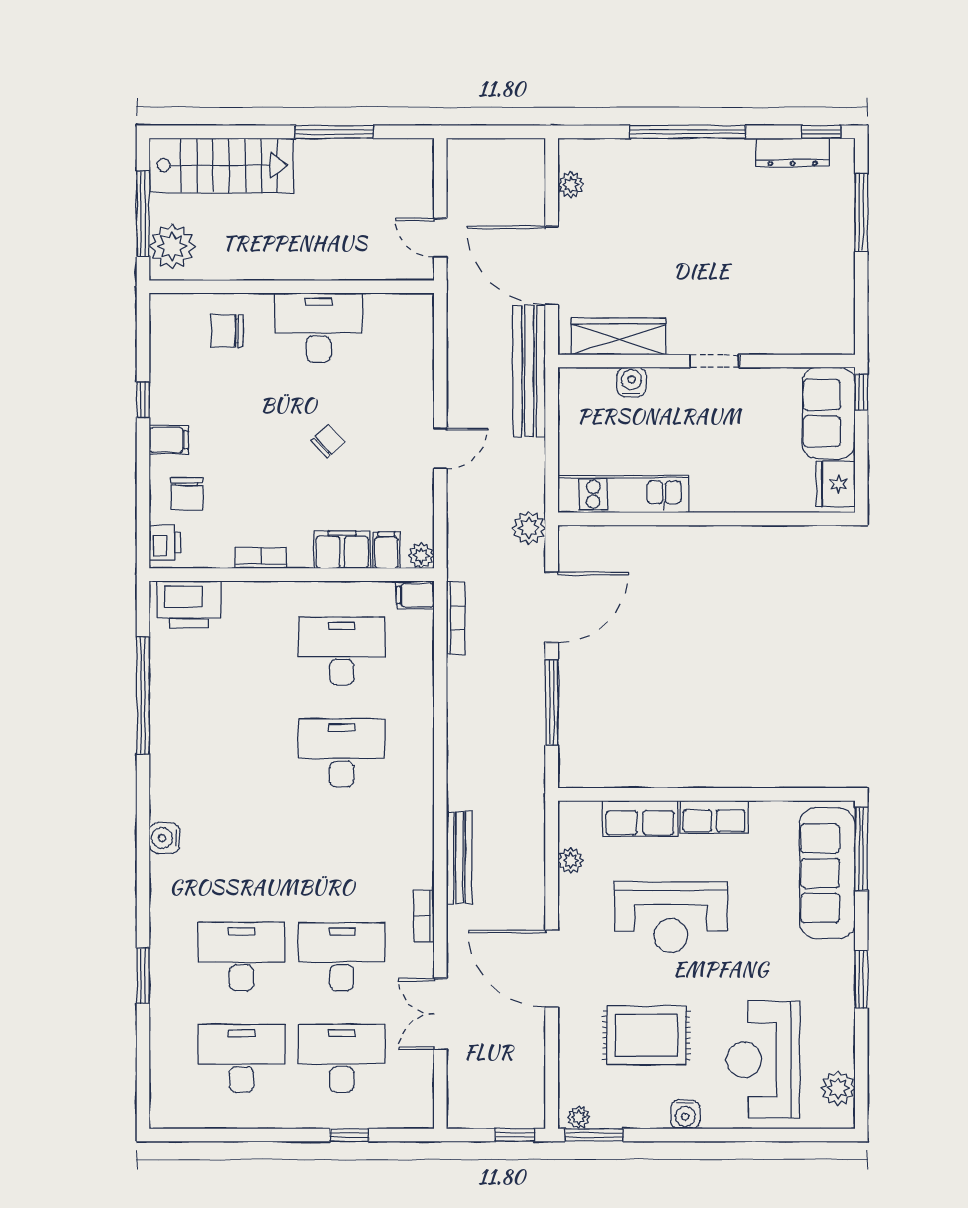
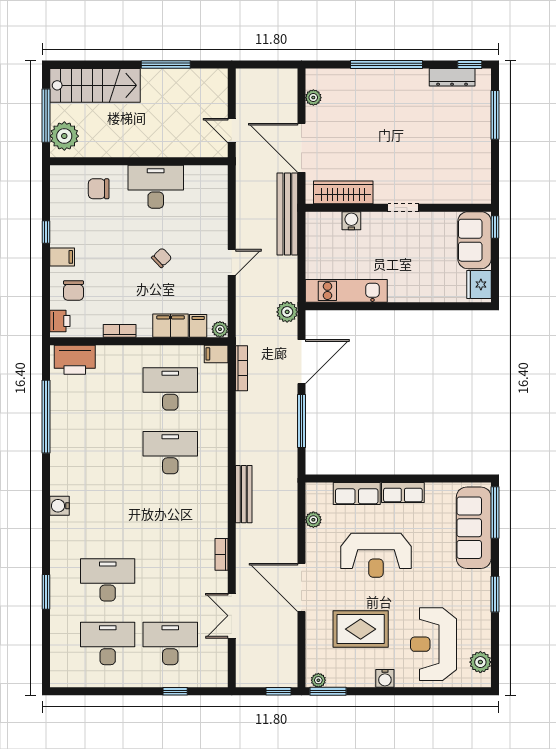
bench: (459, 858) -> (244, 494), moved
desk: (342, 957) -> (170, 580), removed

